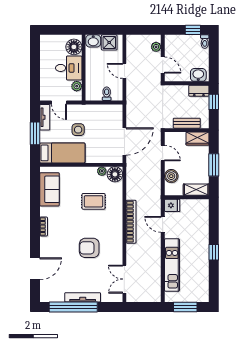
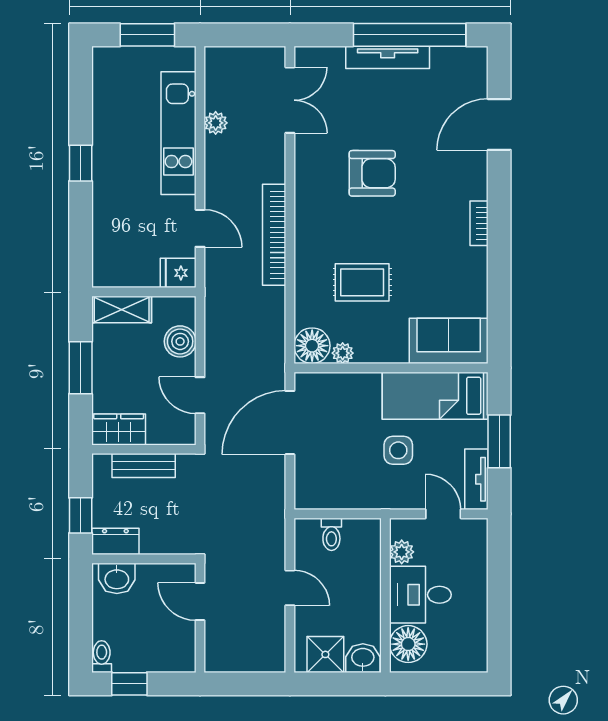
plant: (156, 47) -> (216, 123), moved
sofa: (50, 189) -> (449, 341), moved, turned 90

